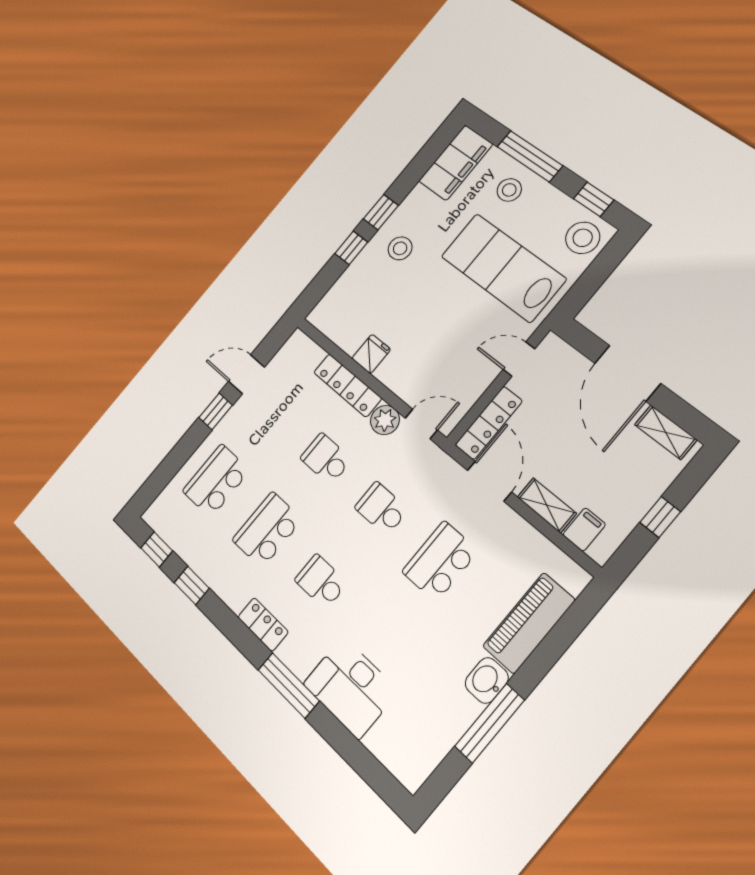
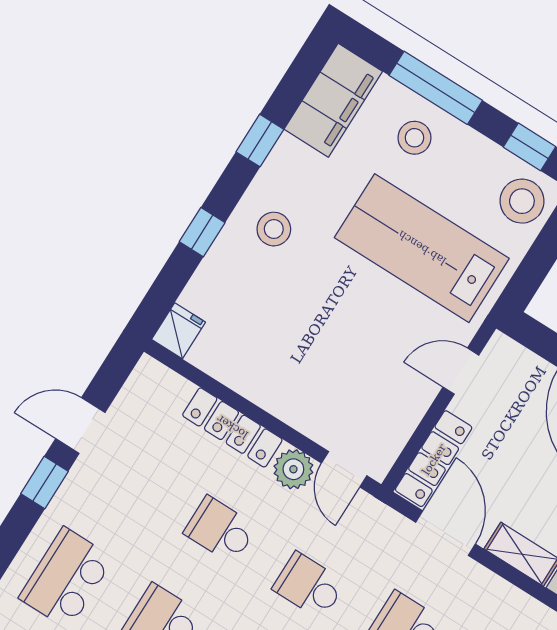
window: (381, 212) -> (260, 141), moved
fridge: (371, 354) -> (178, 331), moved
door: (421, 424) -> (344, 469), swing flipped

